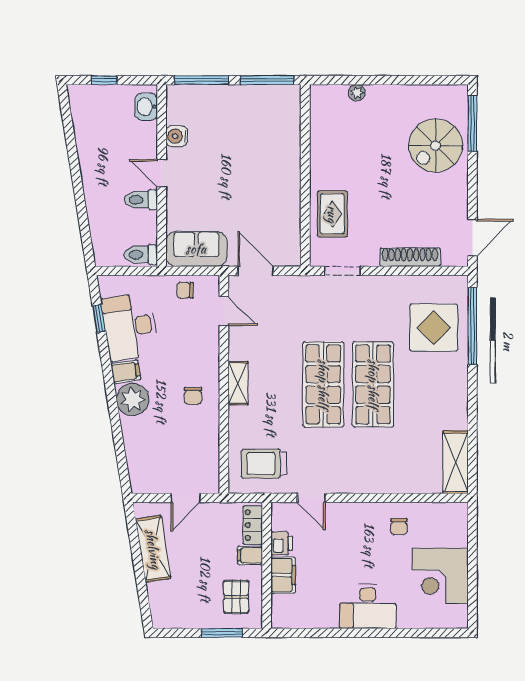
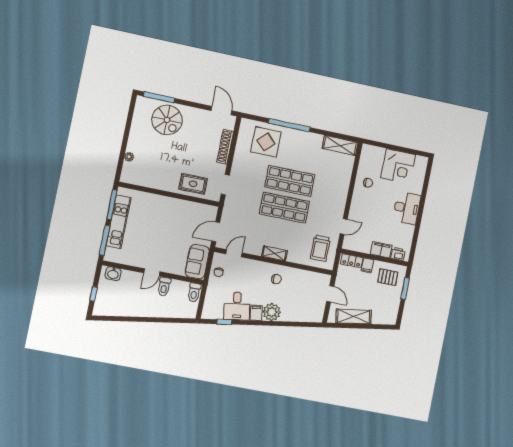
kitchen unit: (239, 98) -> (119, 222), added
water cooler: (177, 136) -> (133, 260), removed
window: (472, 326) -> (289, 125), moved
desk: (130, 327) -> (237, 306), width x0.73
printer: (282, 543) -> (398, 254), moved

